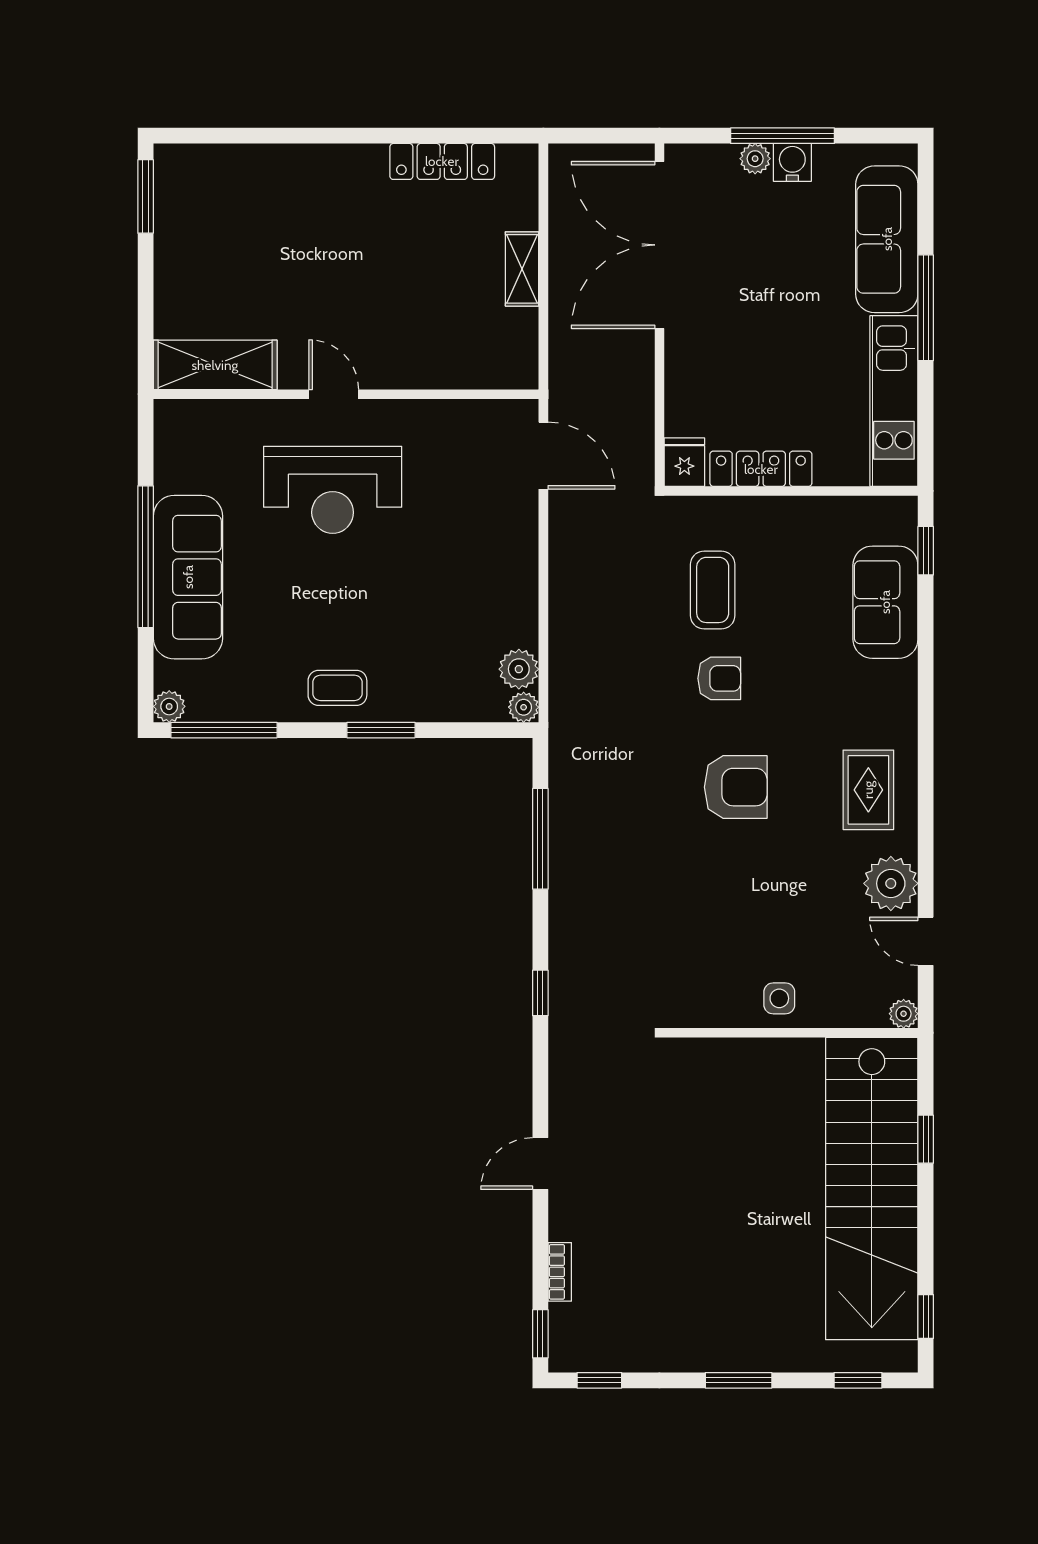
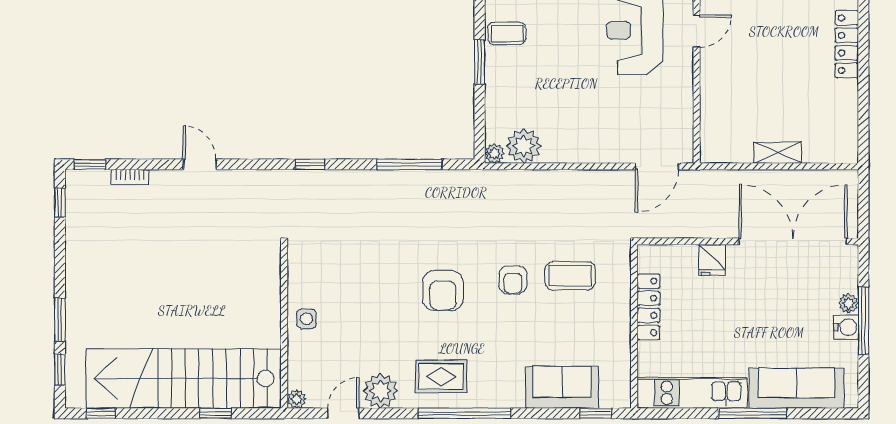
locker: (442, 161) -> (847, 44), moved
fridge: (684, 462) -> (712, 260), moved, turned 90
plant: (519, 669) -> (524, 146), width x1.36, depth x1.36
coffee table: (337, 688) -> (507, 33), turned 90
window: (926, 754) -> (464, 413), added
window: (739, 1380) -> (60, 320), moved

